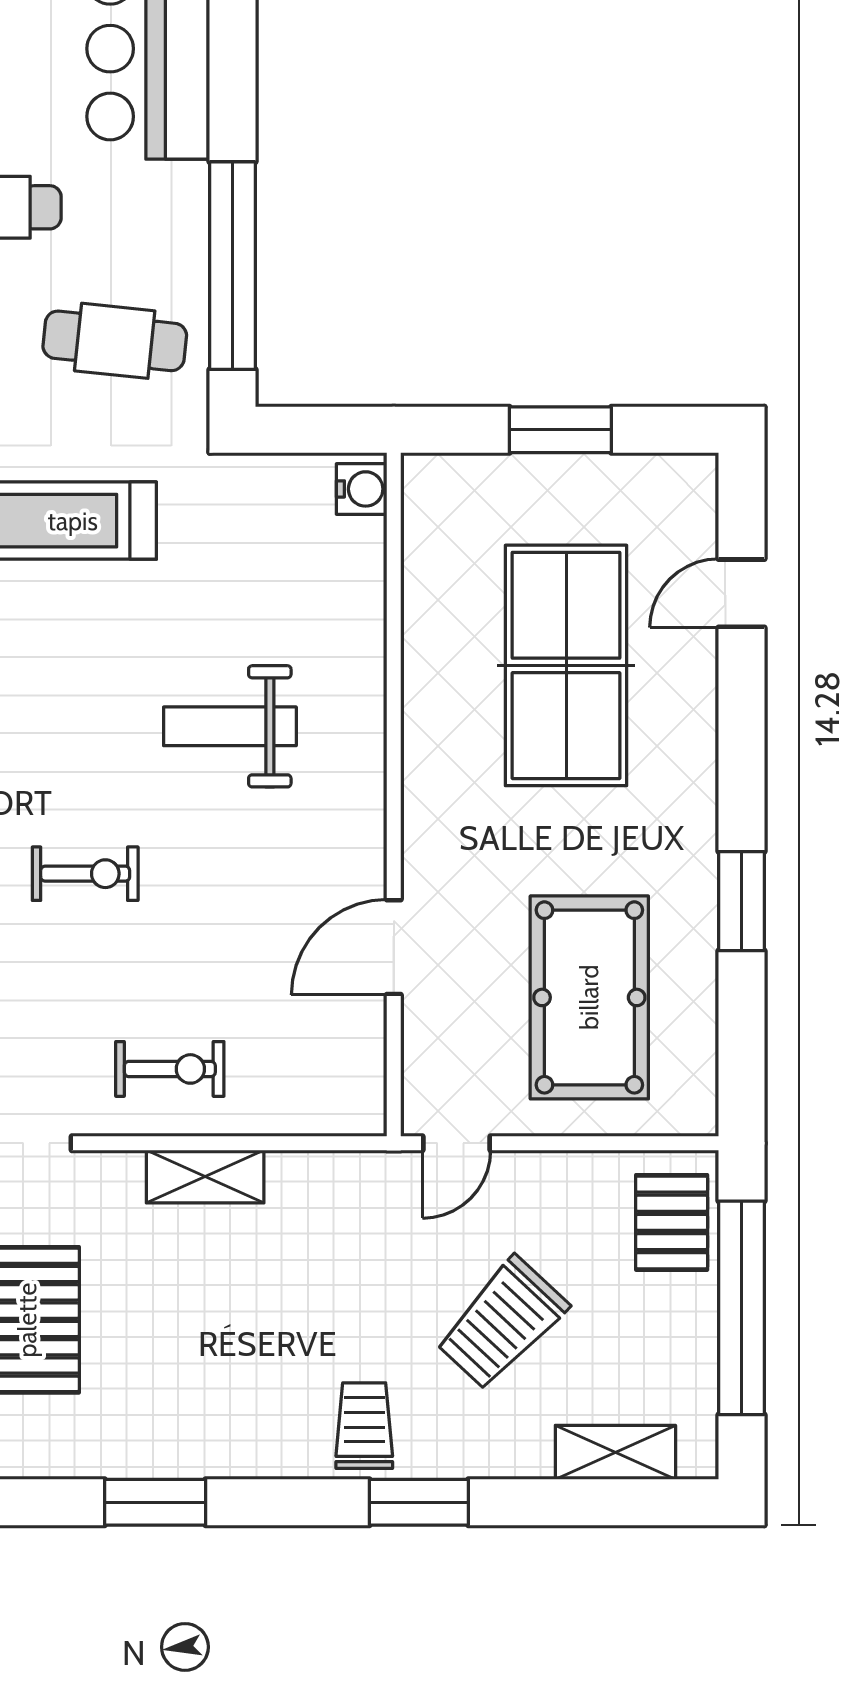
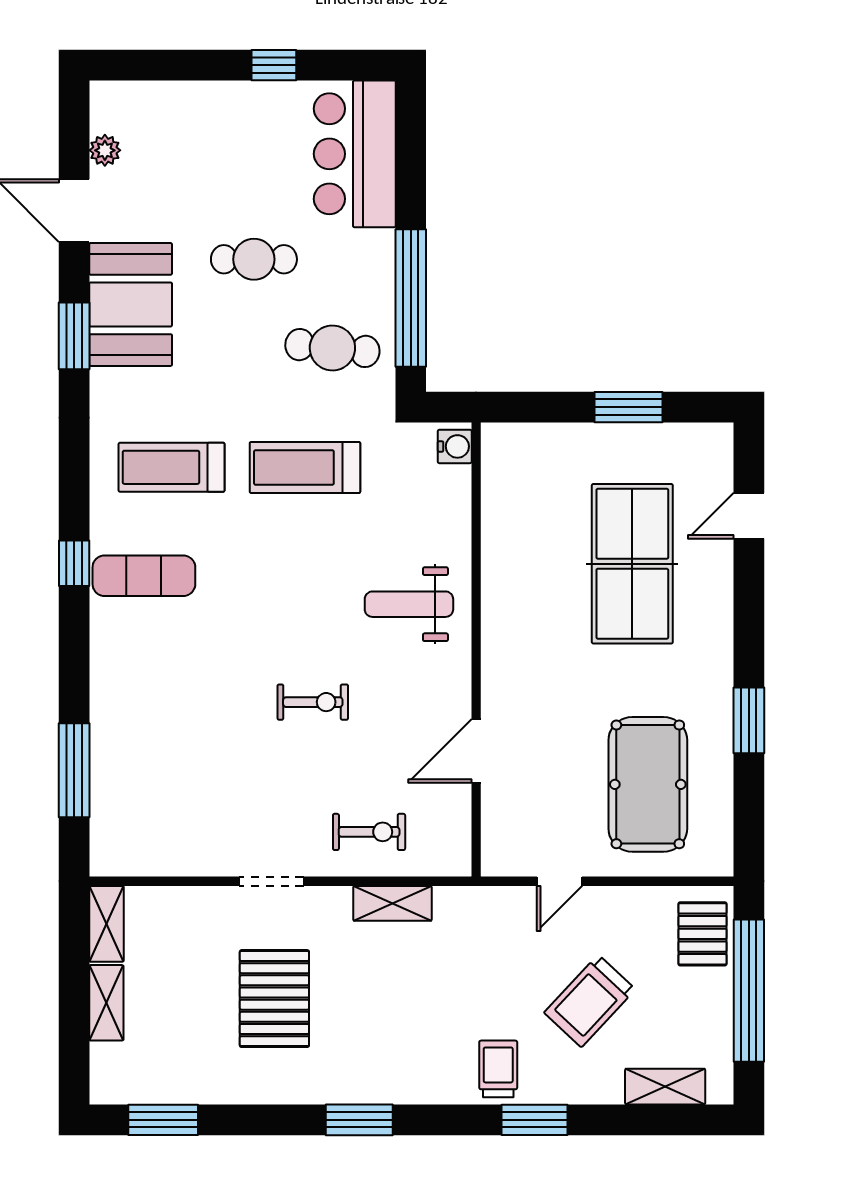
water cooler: (362, 489) -> (455, 446), moved
wall: (394, 794) -> (476, 649), moved
door: (394, 947) -> (476, 751), moved

